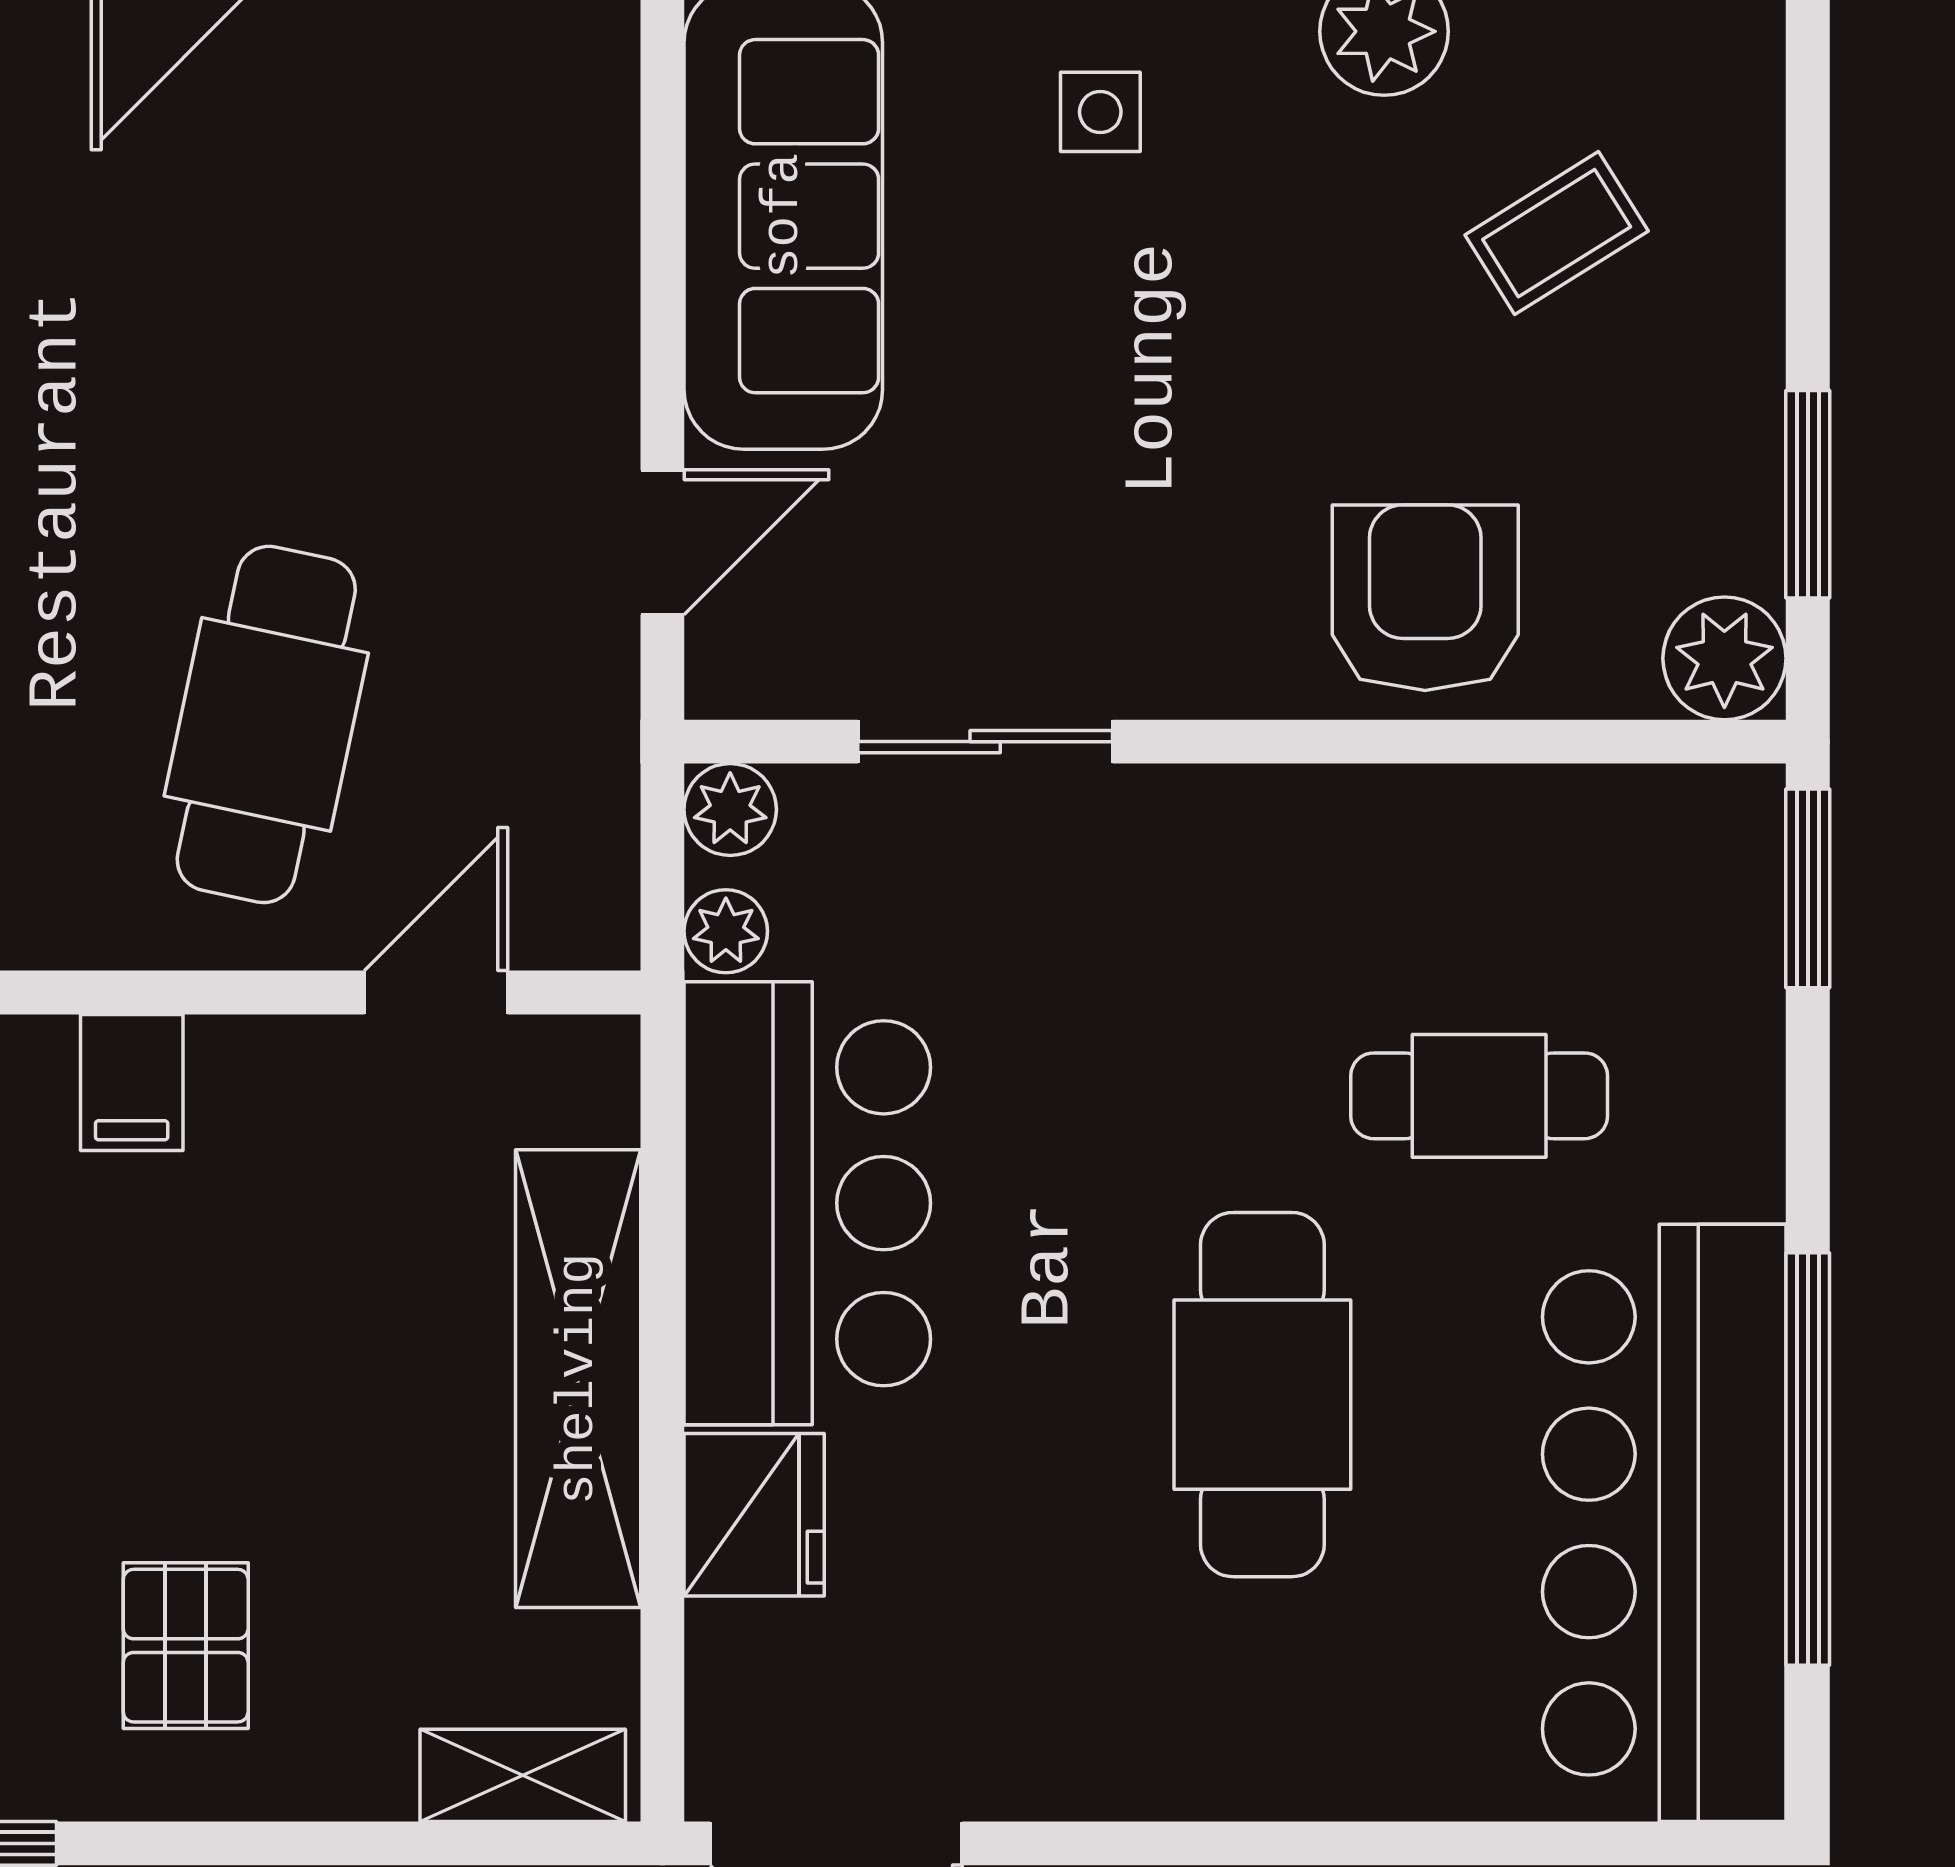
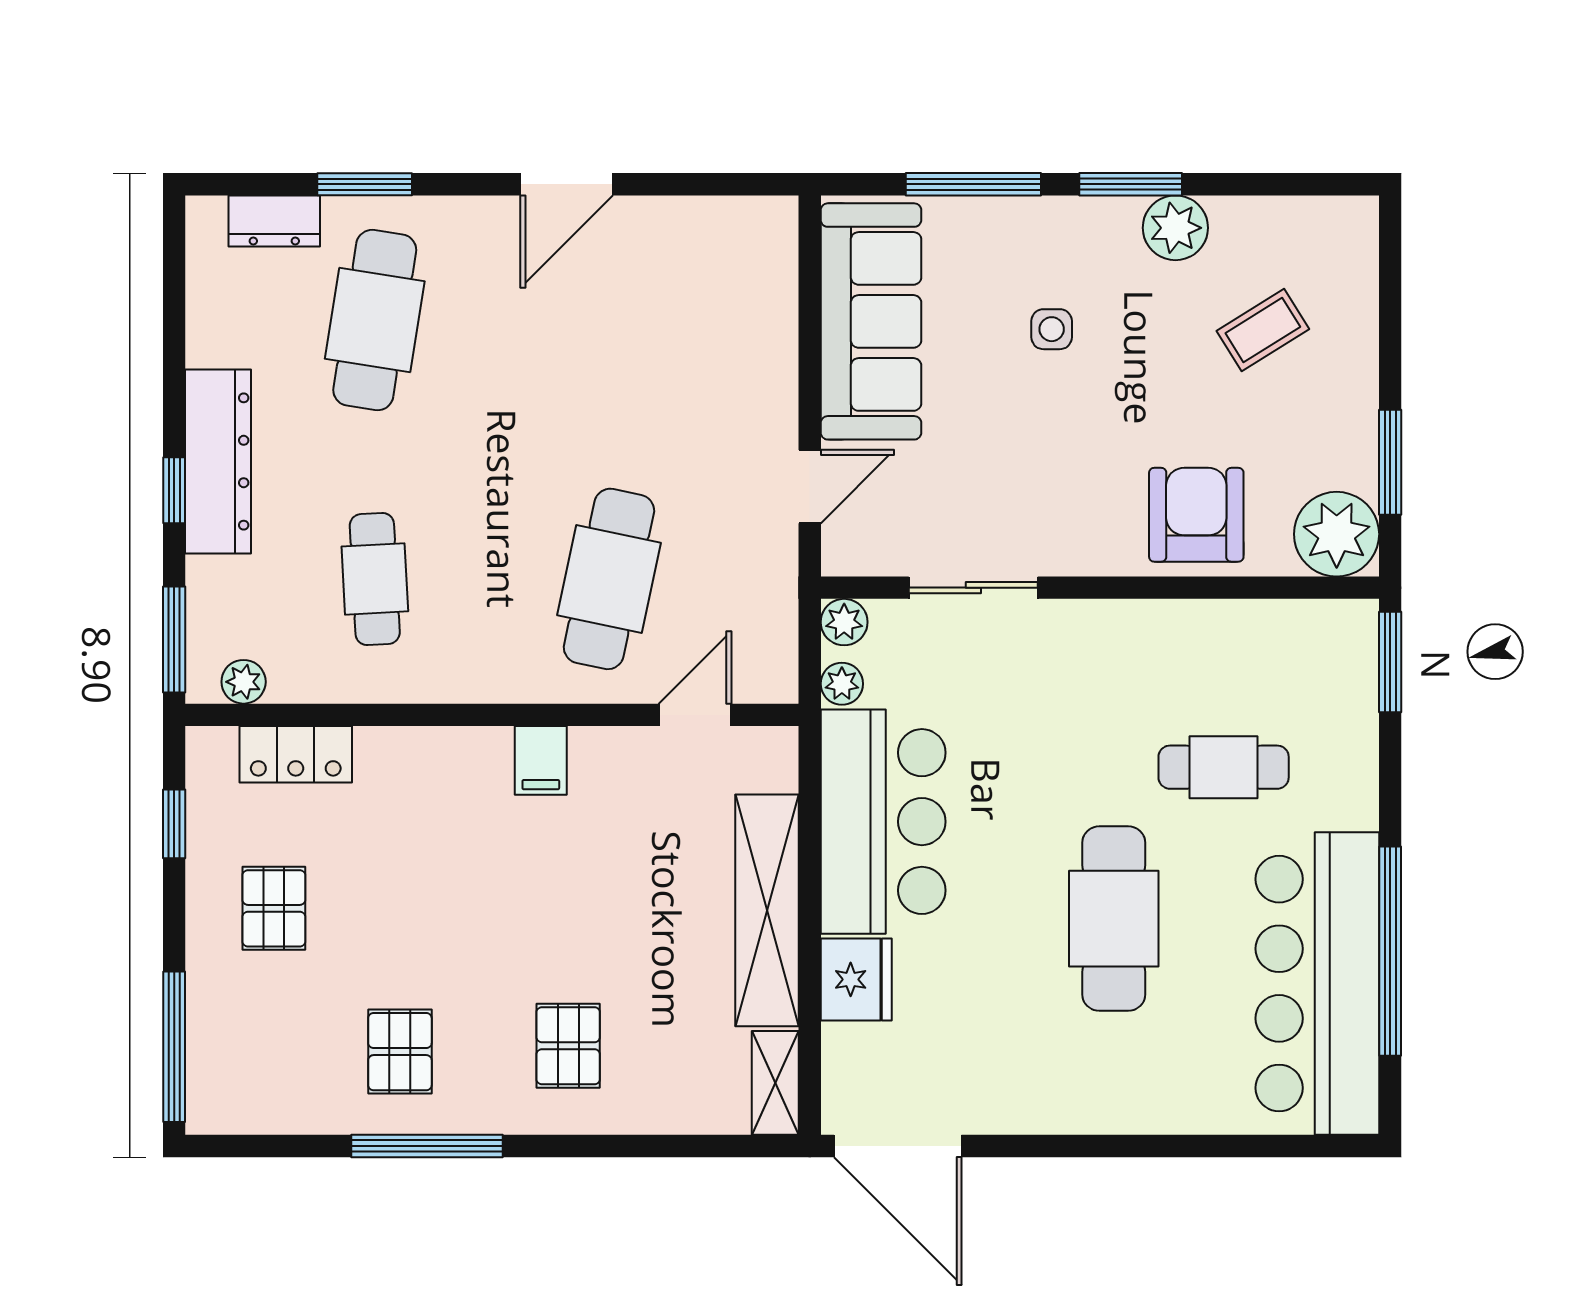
side table: (1100, 112) -> (1052, 329), moved
plant: (1724, 658) -> (1337, 534), width x1.36, depth x1.36
shelving: (523, 1775) -> (775, 1083), moved, turned 90

